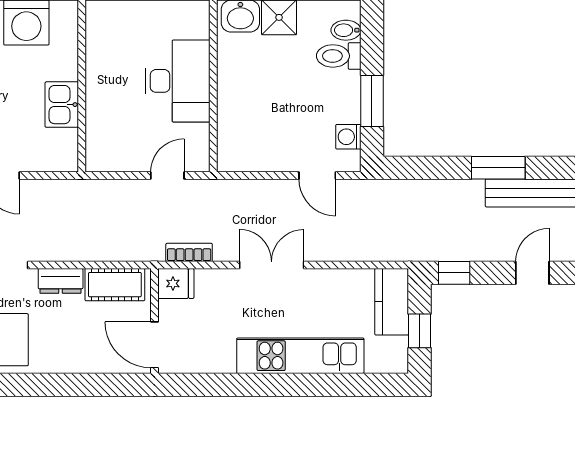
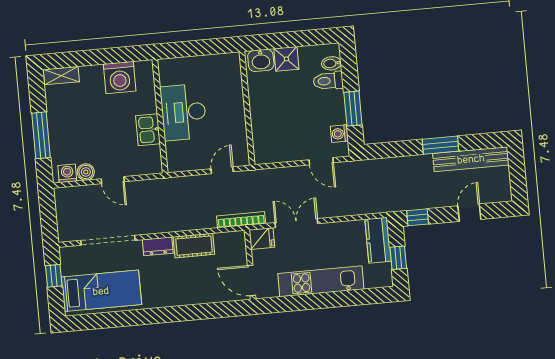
desk: (177, 81) -> (184, 112), moved, turned 180
bookcase: (189, 252) -> (241, 220), width x1.56
fridge: (176, 283) -> (262, 239), moved
wall: (154, 321) -> (250, 265), moved
door: (154, 345) -> (251, 280), moved

